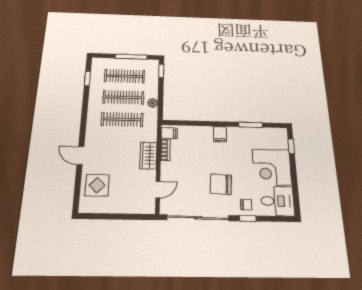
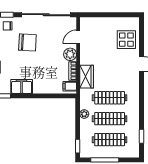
filing cabinet: (220, 134) -> (22, 86), width x2.00
wardrobe: (148, 155) -> (87, 77), moved
plant: (168, 169) -> (70, 54), added

